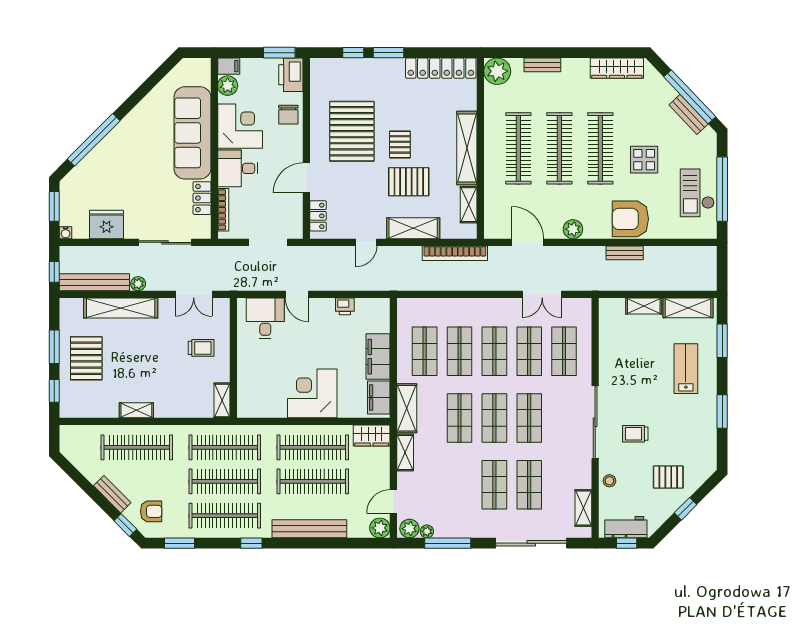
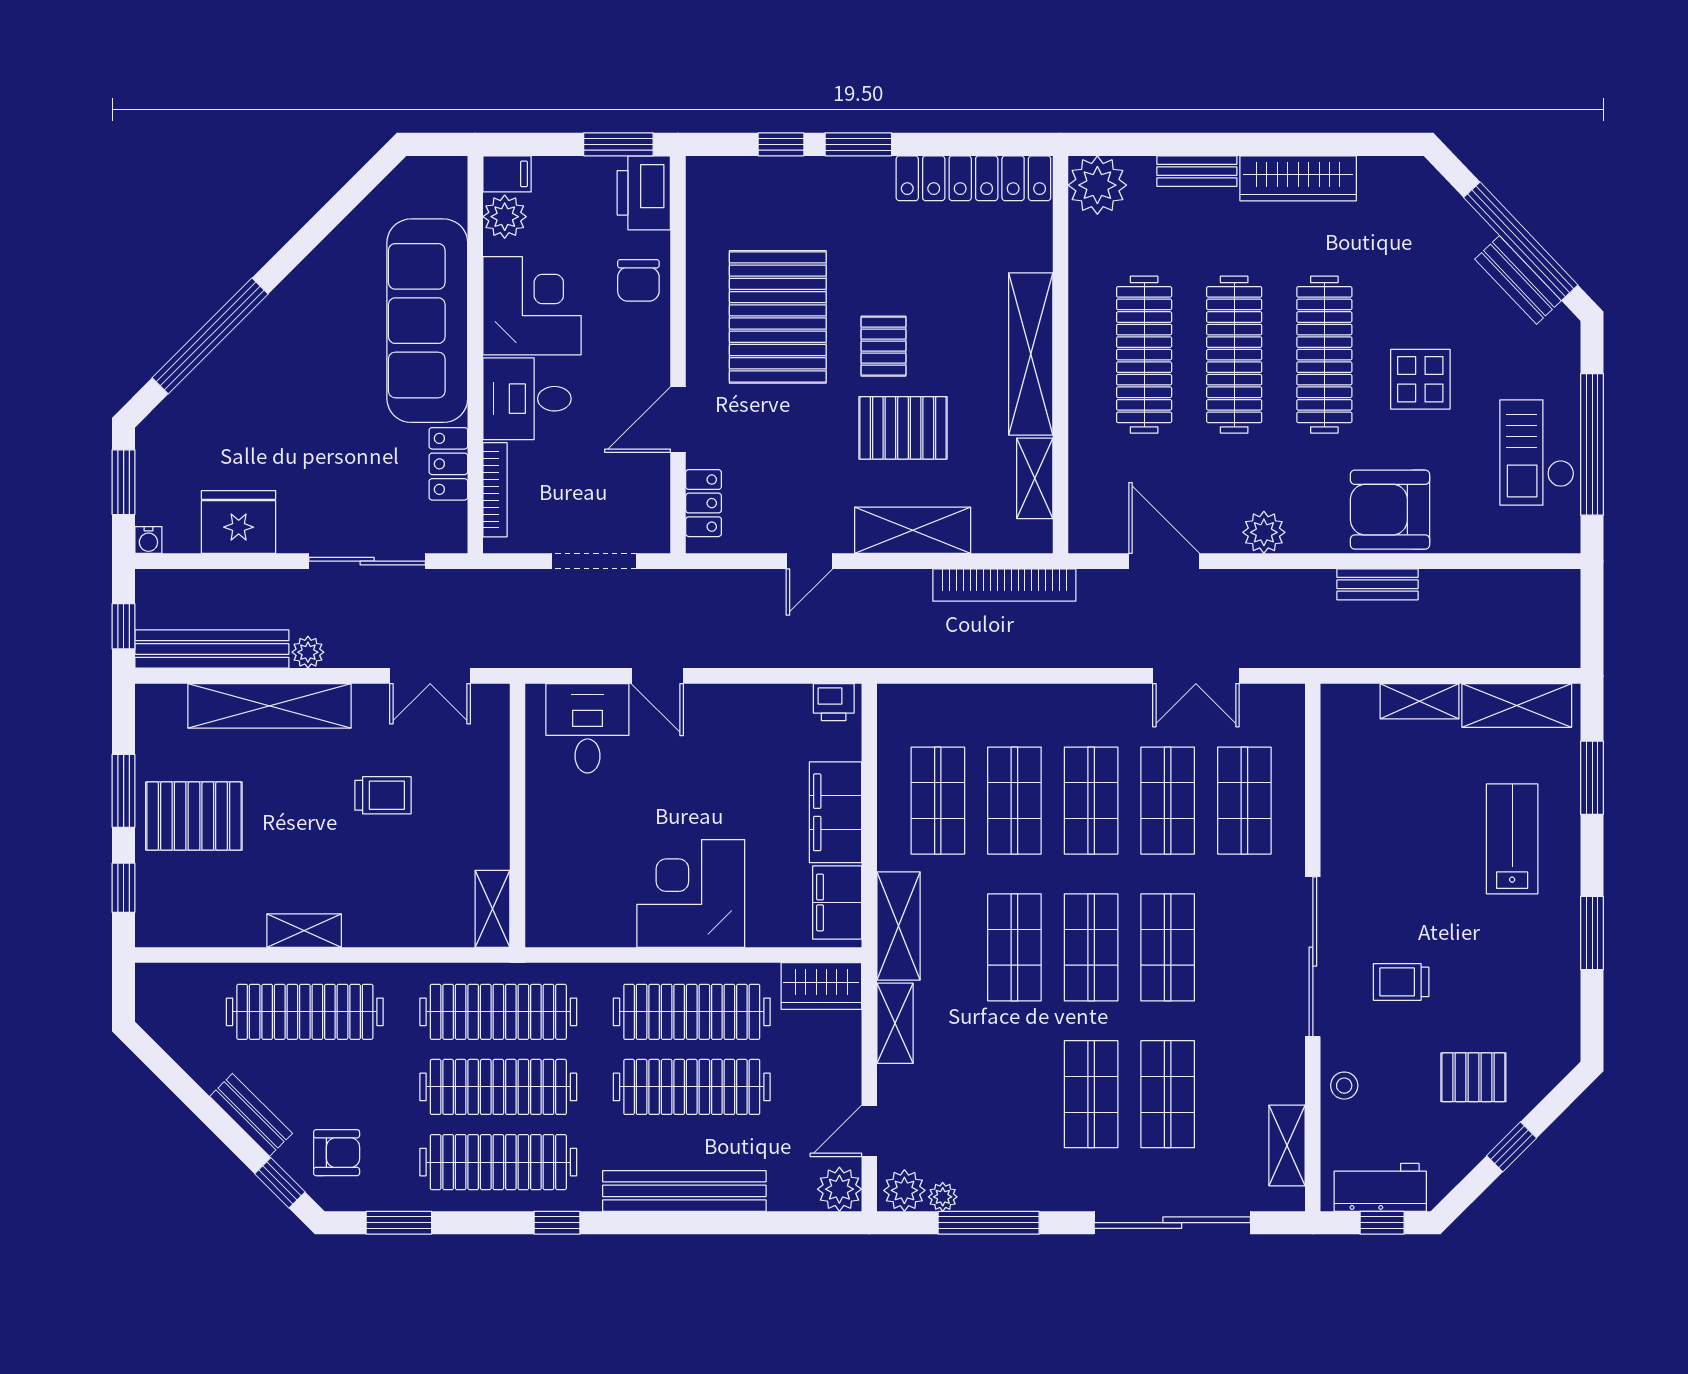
wardrobe: (617, 68) -> (1298, 178), moved
printer: (345, 306) -> (834, 702), moved
trolley: (201, 348) -> (383, 795), moved
pallet: (86, 358) -> (194, 816), turned 90

